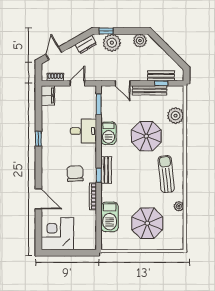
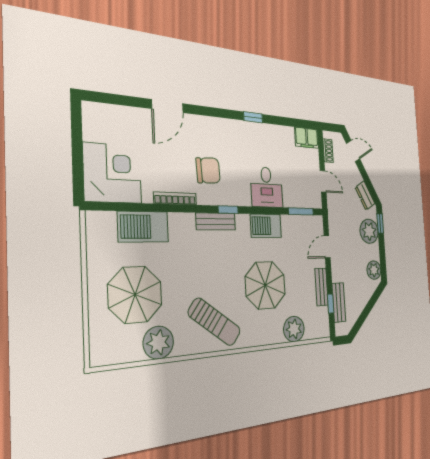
bench: (150, 90) -> (322, 287), width x0.73
sun lounger: (166, 174) -> (215, 322), turned 43
window: (99, 175) -> (228, 210), moved
plant: (179, 206) -> (158, 343), width x1.87, depth x1.87
corner desk: (57, 234) -> (113, 173), moved

